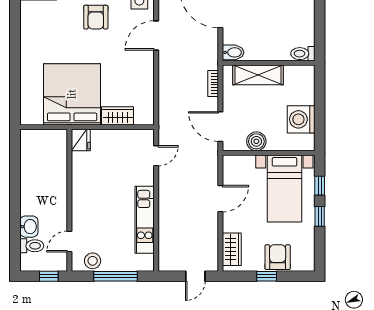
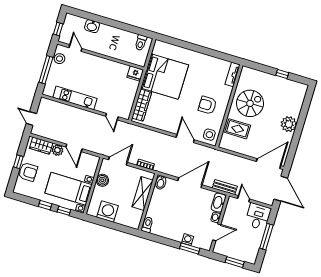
wardrobe: (118, 116) -> (142, 105), width x1.50
plant: (231, 223) -> (57, 150), added
toilet: (32, 246) -> (141, 43), moved

